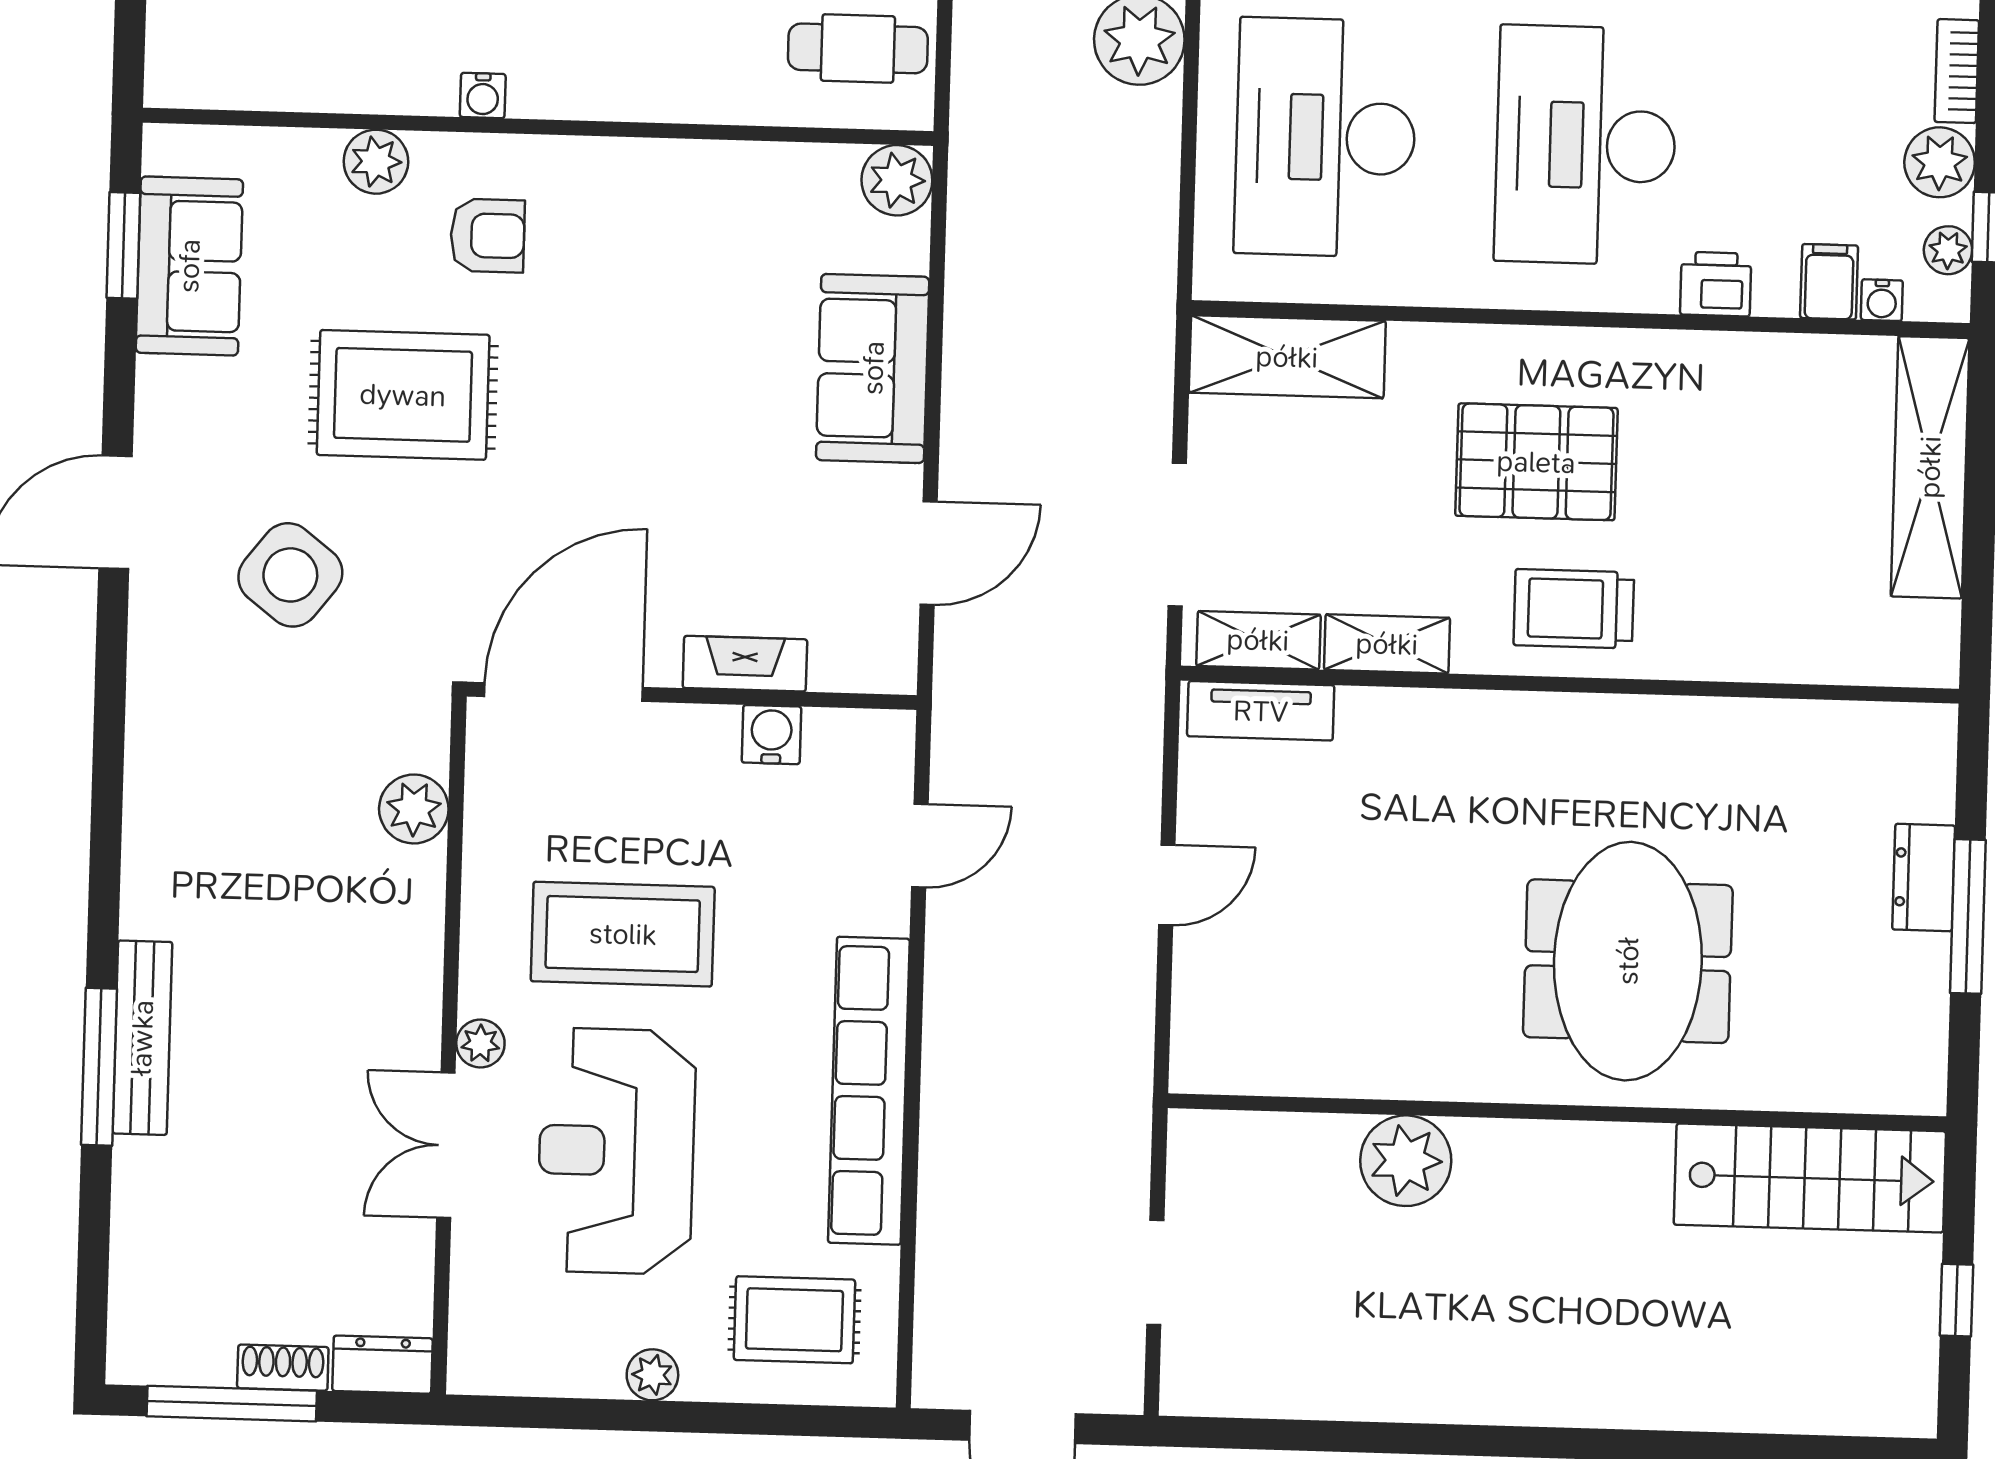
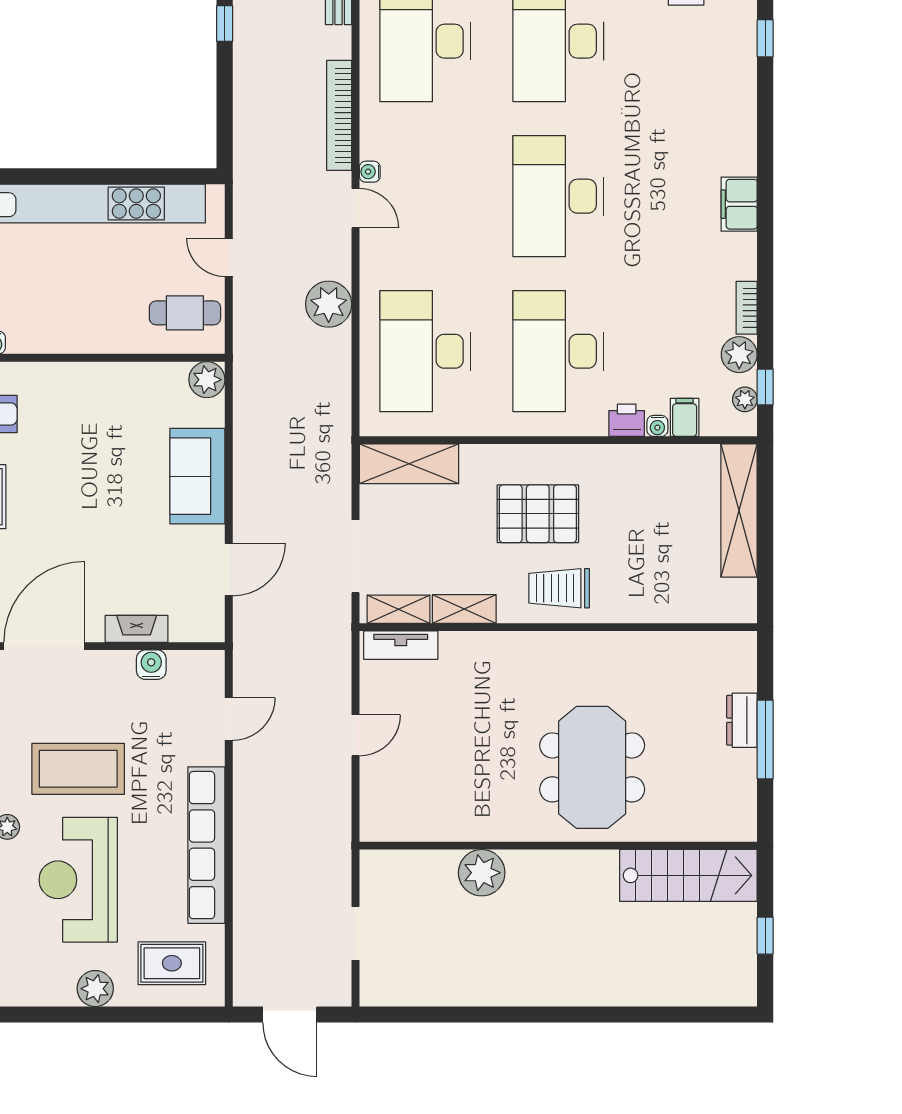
water cooler: (1882, 300) -> (657, 426), moved
plant: (652, 1375) -> (95, 989), width x1.38, depth x1.38

